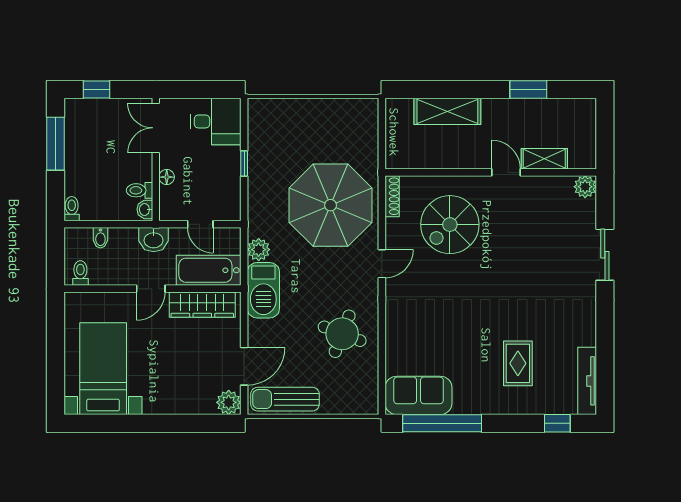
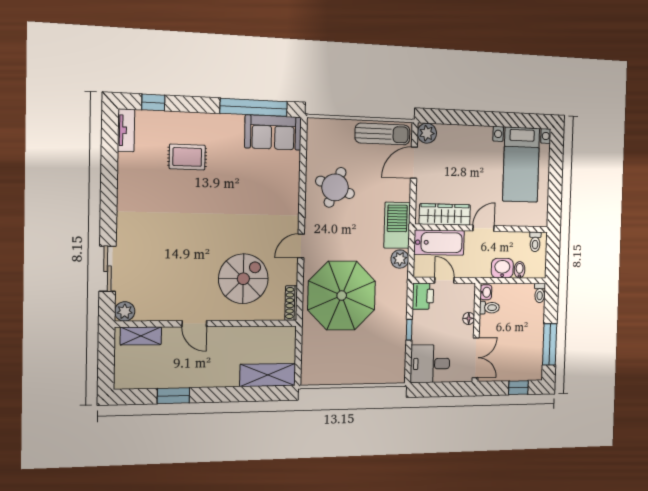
shelving: (447, 111) -> (268, 375), moved
shelving: (544, 159) -> (141, 336), moved
printer: (227, 205) -> (423, 296), added
washbasin: (154, 240) -> (502, 268), moved
sliding door: (605, 255) -> (108, 269), moved
rug: (518, 363) -> (187, 157), turned 90
tv unit: (587, 381) -> (126, 130), width x0.71

